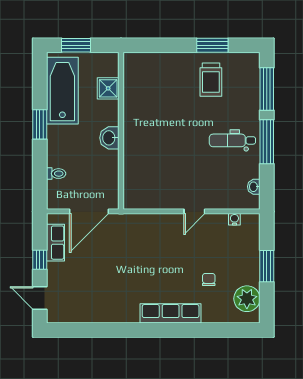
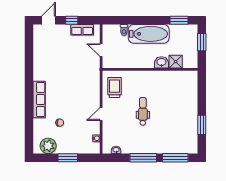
trolley: (211, 80) -> (114, 88), moved, turned 90
bathtub: (62, 91) -> (149, 34), moved
window: (40, 124) -> (179, 20), moved
washbasin: (109, 138) -> (161, 62), moved
dental chair: (232, 140) -> (143, 111), moved
door: (89, 211) -> (101, 50), width x0.53
door: (194, 211) -> (101, 114), hinge flipped

